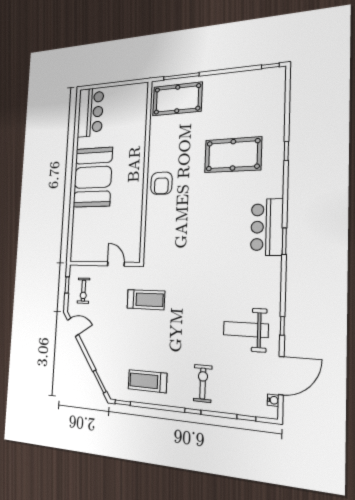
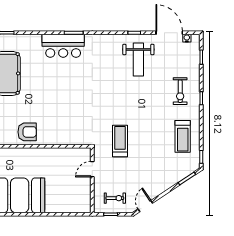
exercise bike: (203, 383) -> (180, 91), turned -90

